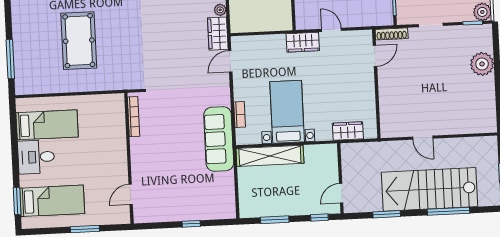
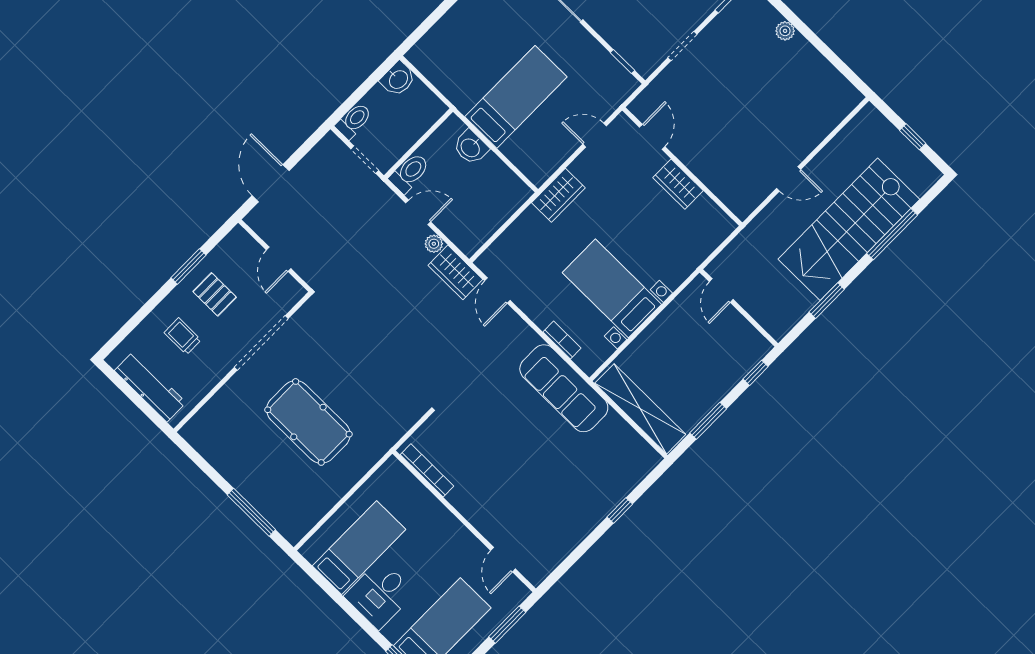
door: (331, 30) -> (595, 135), moved
shoe rack: (392, 34) -> (648, 96), removed
plant: (482, 64) -> (785, 31), width x0.53, depth x0.53
bookcase: (134, 117) -> (427, 470), moved
wardrobe: (348, 131) -> (678, 184), moved, turned -90
shelving: (270, 156) -> (640, 409), moved, turned 90
wall: (129, 158) -> (464, 521), moved
door: (341, 193) -> (721, 291), moved
door: (131, 194) -> (503, 560), moved

